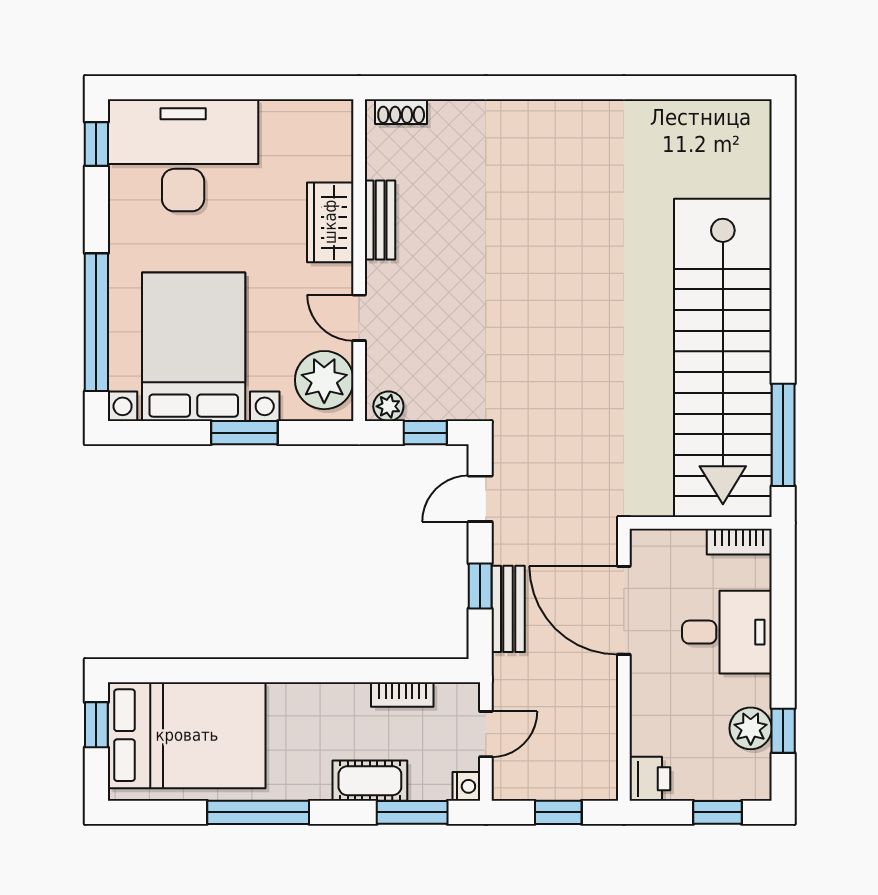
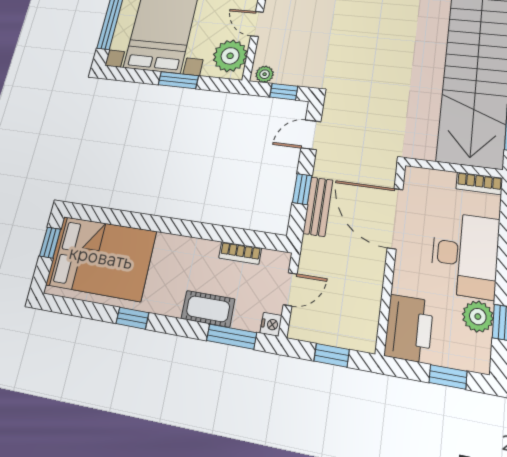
desk: (727, 632) -> (465, 255), width x1.37
printer: (650, 779) -> (409, 328), width x1.87, depth x1.48
window: (258, 812) -> (132, 318), width x0.46

